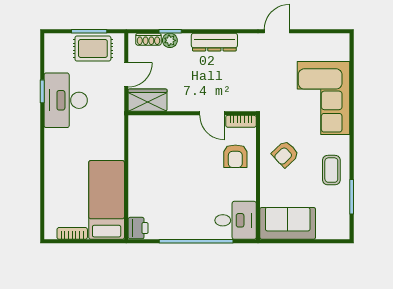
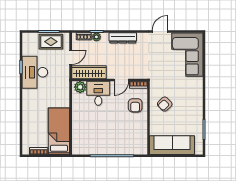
corner sofa: (324, 98) -> (187, 55), moved
wardrobe: (148, 100) -> (89, 72), width x1.50
door: (212, 113) -> (121, 80), hinge flipped
plant: (142, 125) -> (80, 87), added
coffee table: (331, 170) -> (192, 114), removed
desk: (236, 220) -> (98, 93), moved, turned -90
sofa: (288, 223) -> (172, 145), width x1.36
printer: (138, 228) -> (78, 148), removed

